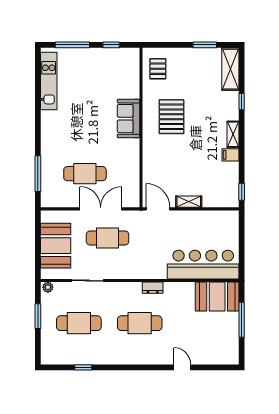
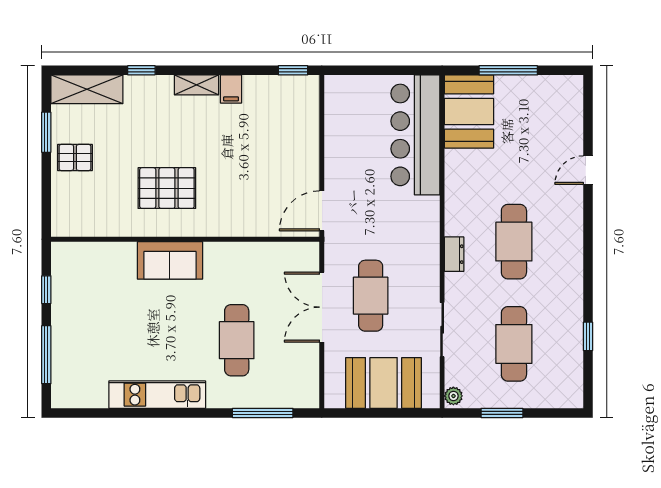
pallet: (158, 69) -> (75, 158), moved
kitchen unit: (49, 81) -> (157, 395), moved
cafe table: (85, 174) -> (237, 340), moved
shelving: (189, 202) -> (310, 159), removed
dresser: (153, 288) -> (454, 254), moved

